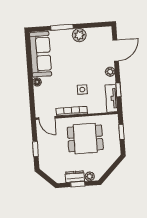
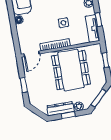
door: (47, 118) -> (32, 54), hinge flipped
dining table: (85, 138) -> (71, 70), width x1.38
window: (111, 170) -> (99, 98), added
dresser: (75, 177) -> (61, 109), width x1.44

